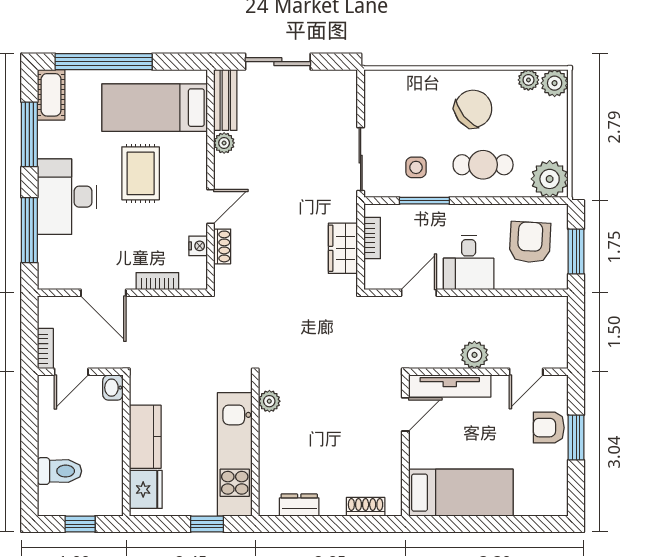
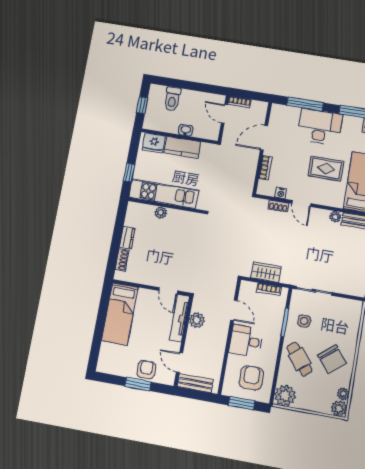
cafe table: (483, 165) -> (299, 359), turned -39
armchair: (530, 242) -> (251, 378), turned -93
bench: (556, 338) -> (195, 383), added
plant: (474, 355) -> (197, 320), moved
washbasin: (113, 388) -> (186, 130), moved
plant: (269, 401) -> (161, 212), moved
dresser: (299, 505) -> (127, 238), moved

